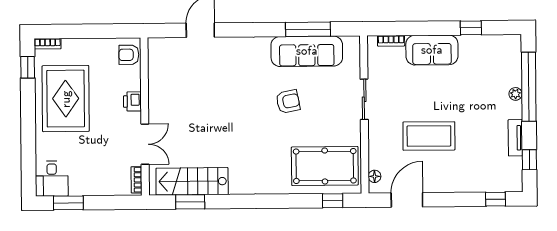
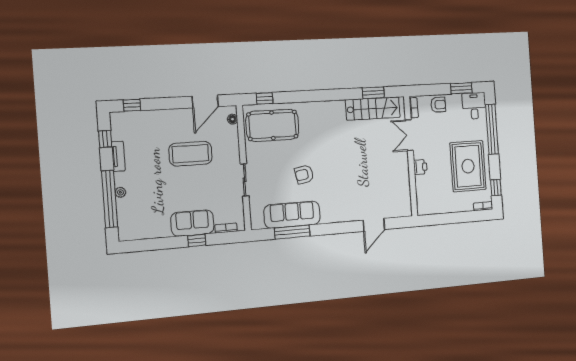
window: (471, 28) -> (197, 240), moved
armchair: (129, 55) -> (438, 105), moved
window: (28, 146) -> (492, 129), added

